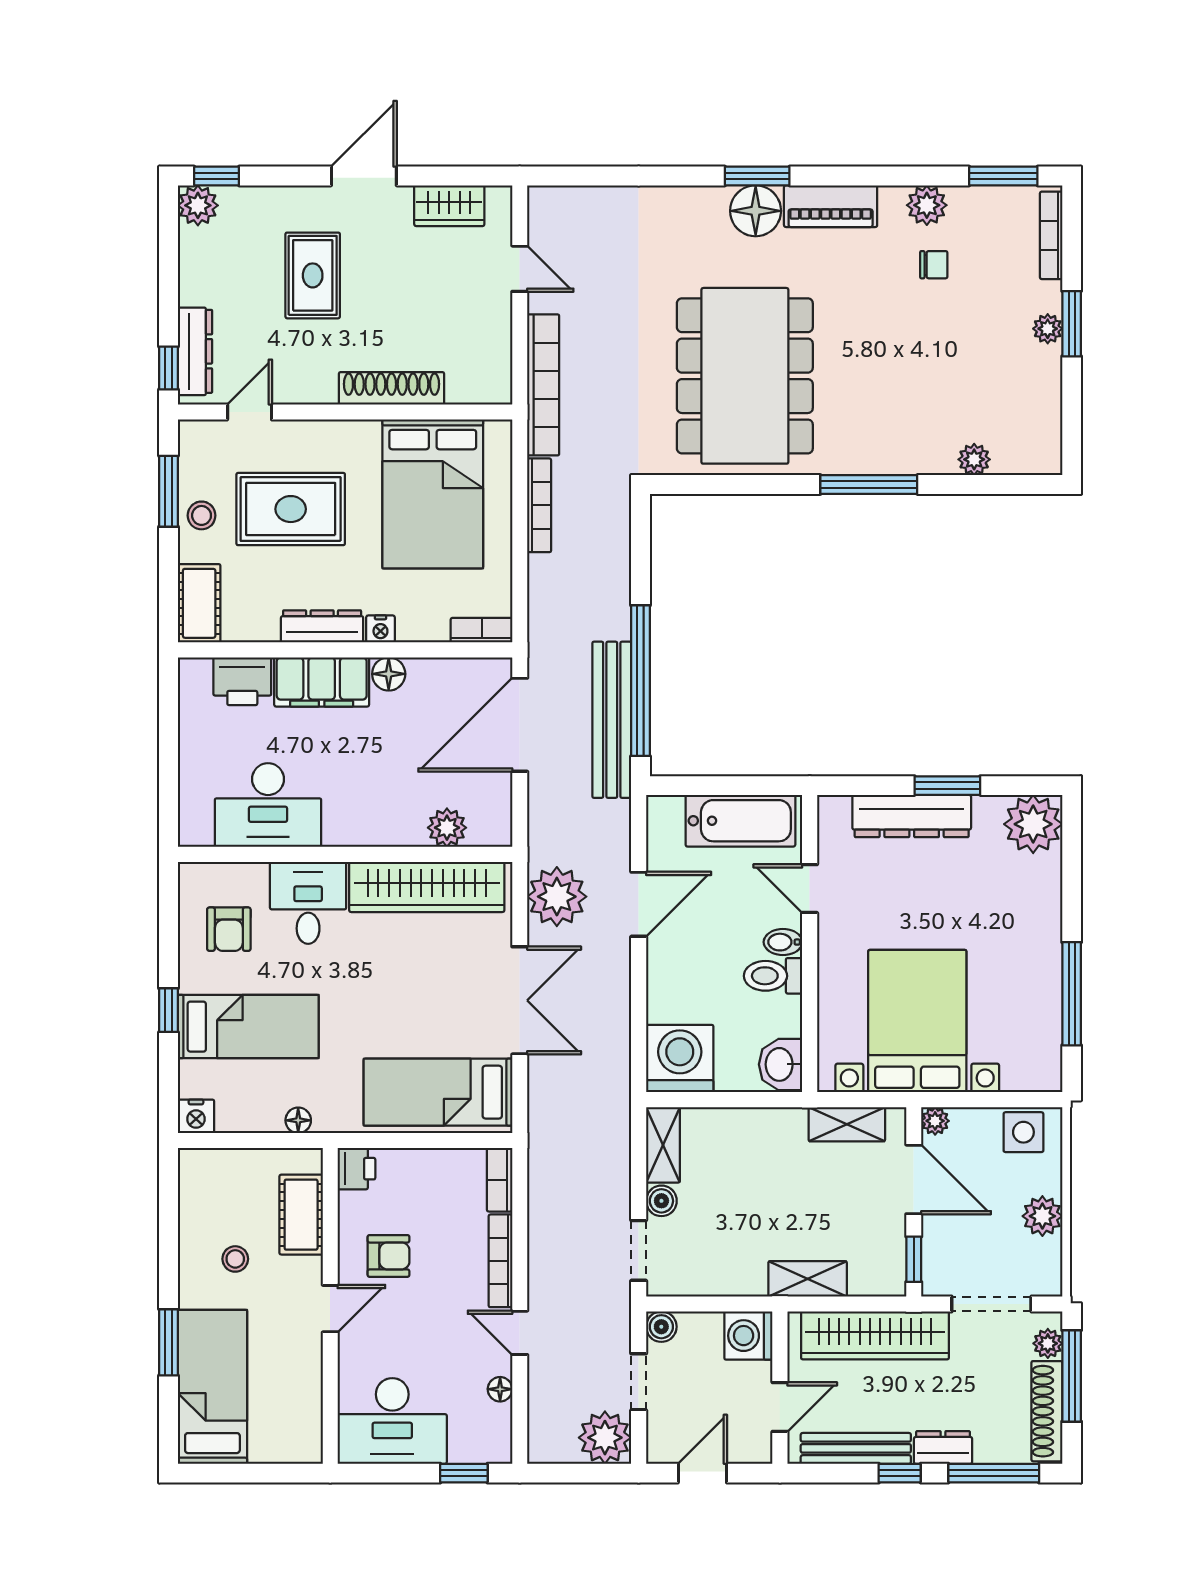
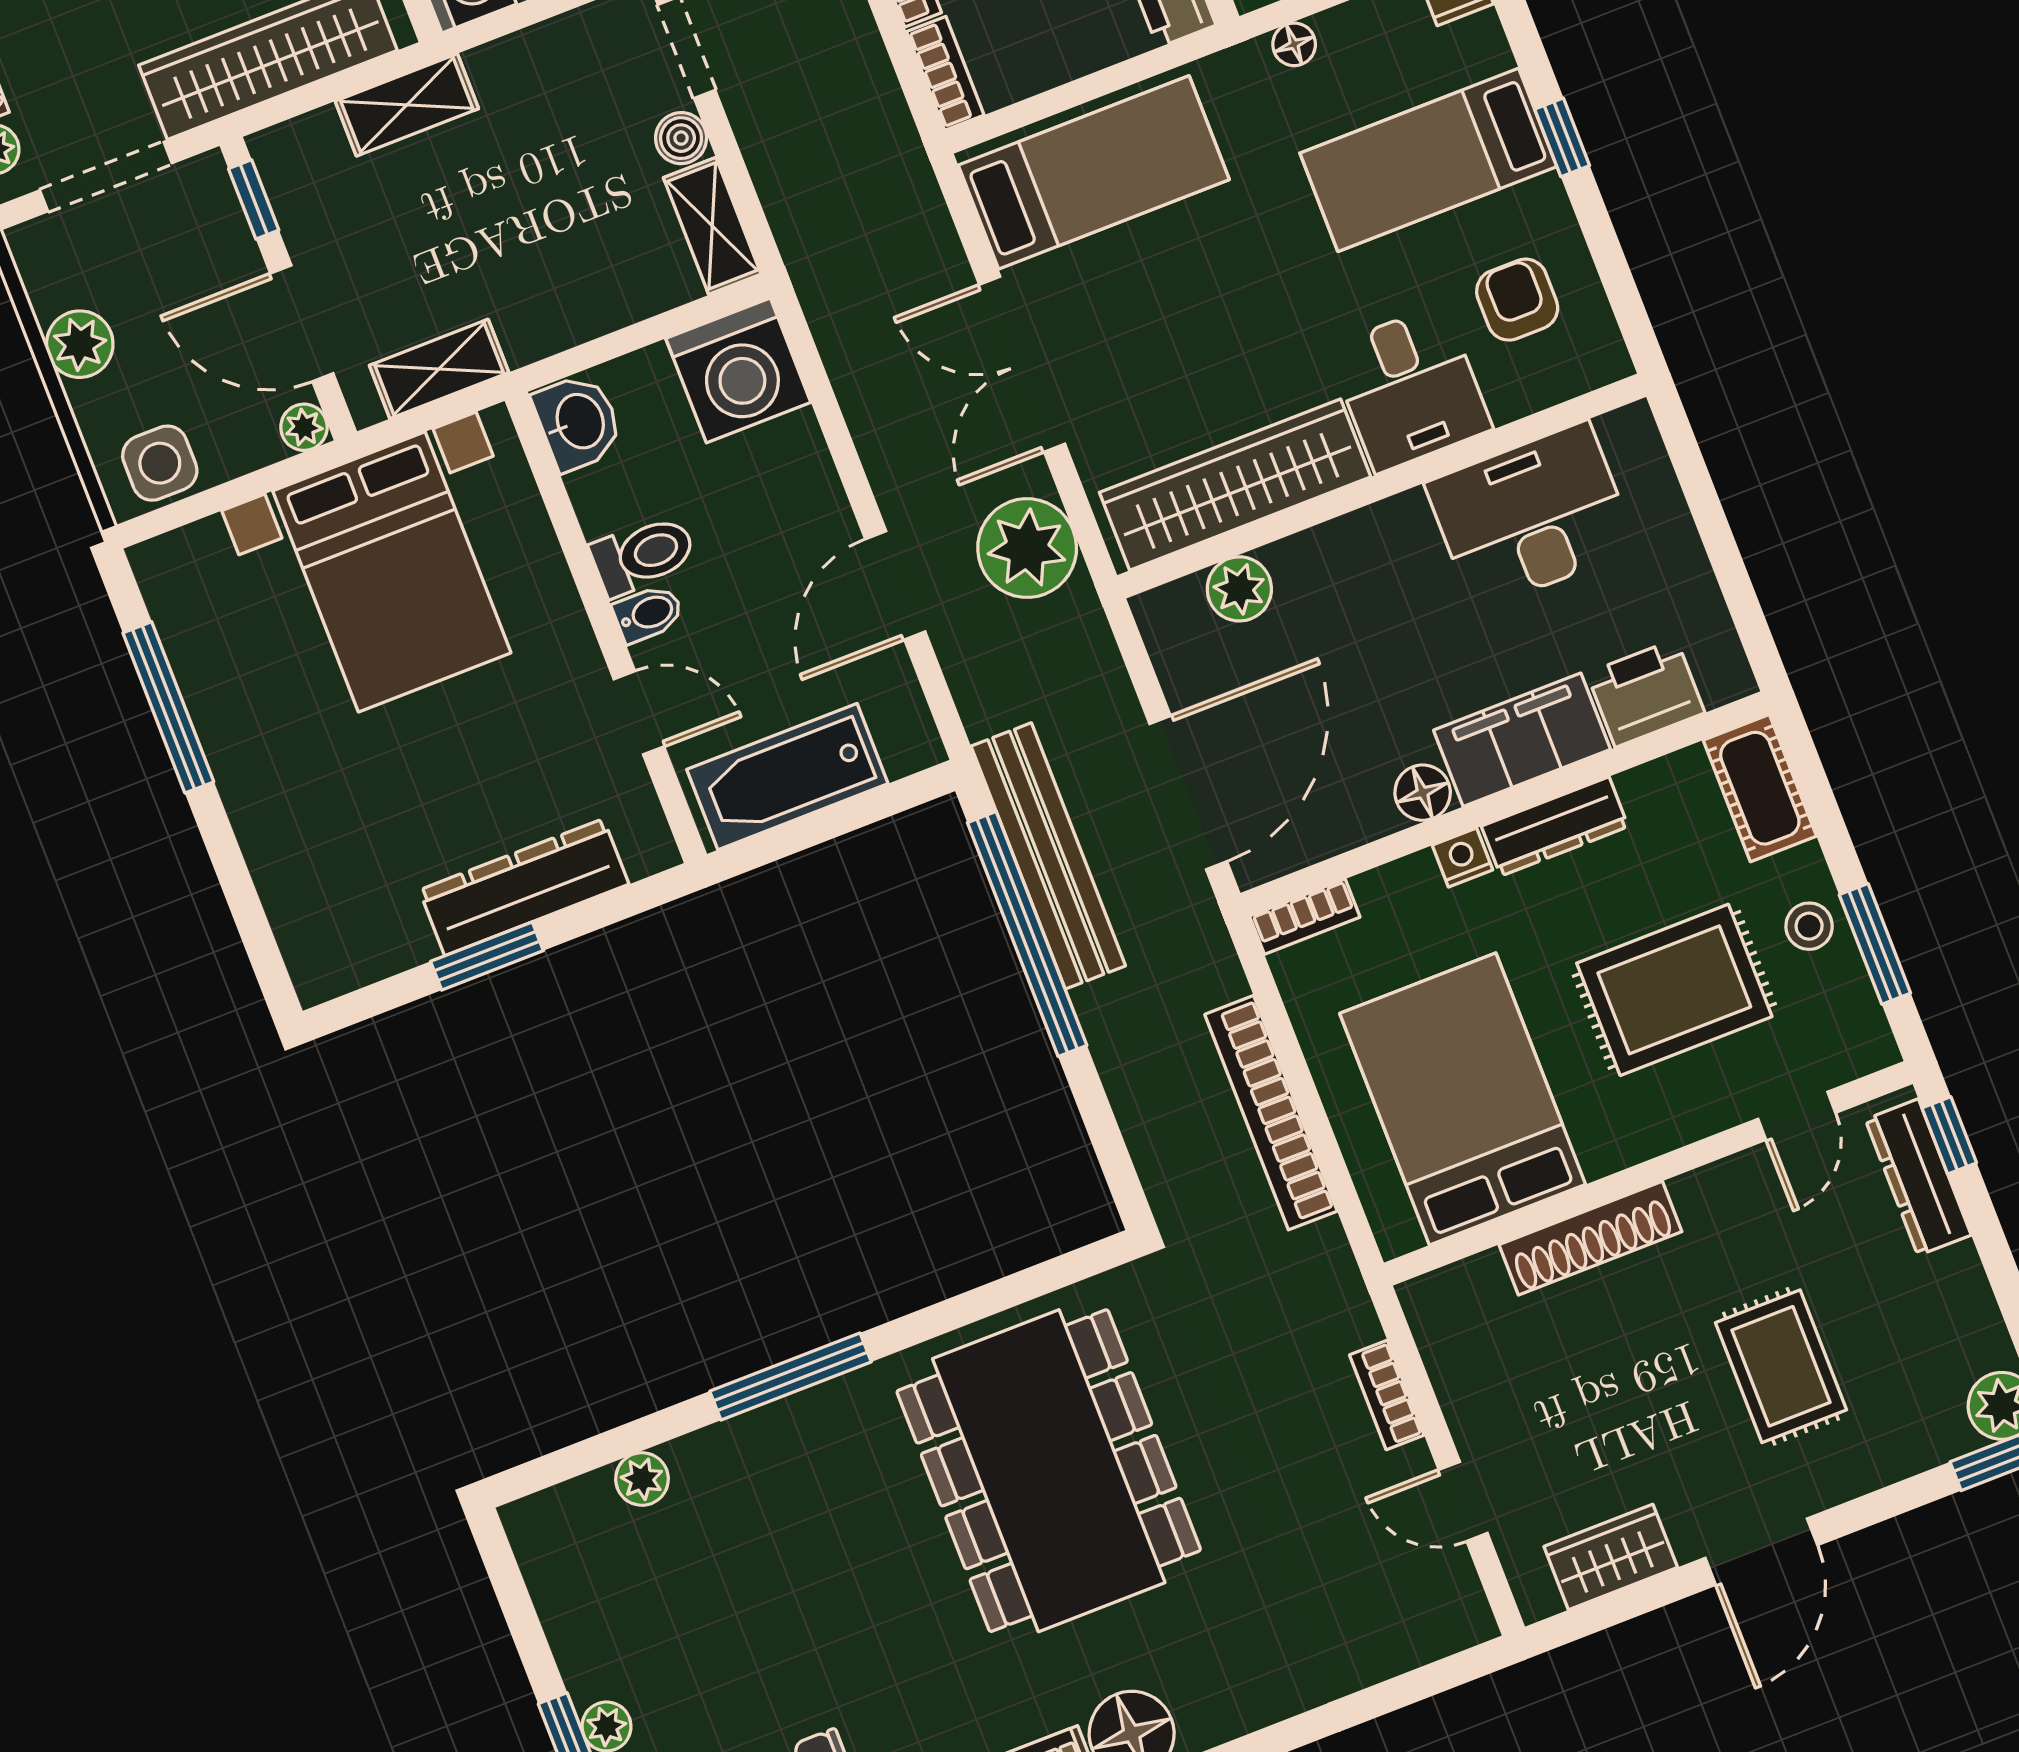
bookcase: (543, 385) -> (1387, 1395), width x0.43, depth x0.76
bookcase: (539, 505) -> (1271, 1113), width x1.48, depth x1.31
plant: (1033, 824) -> (330, 948), removed

